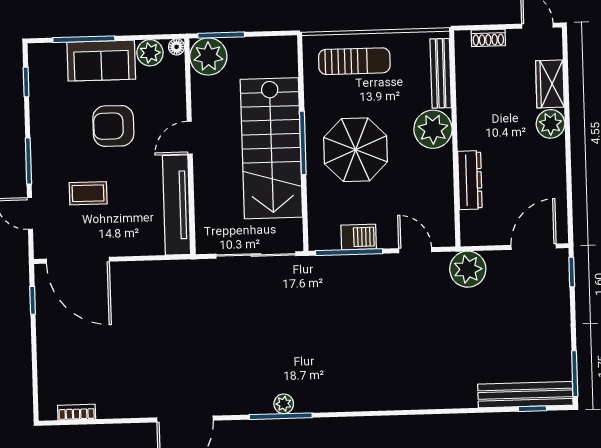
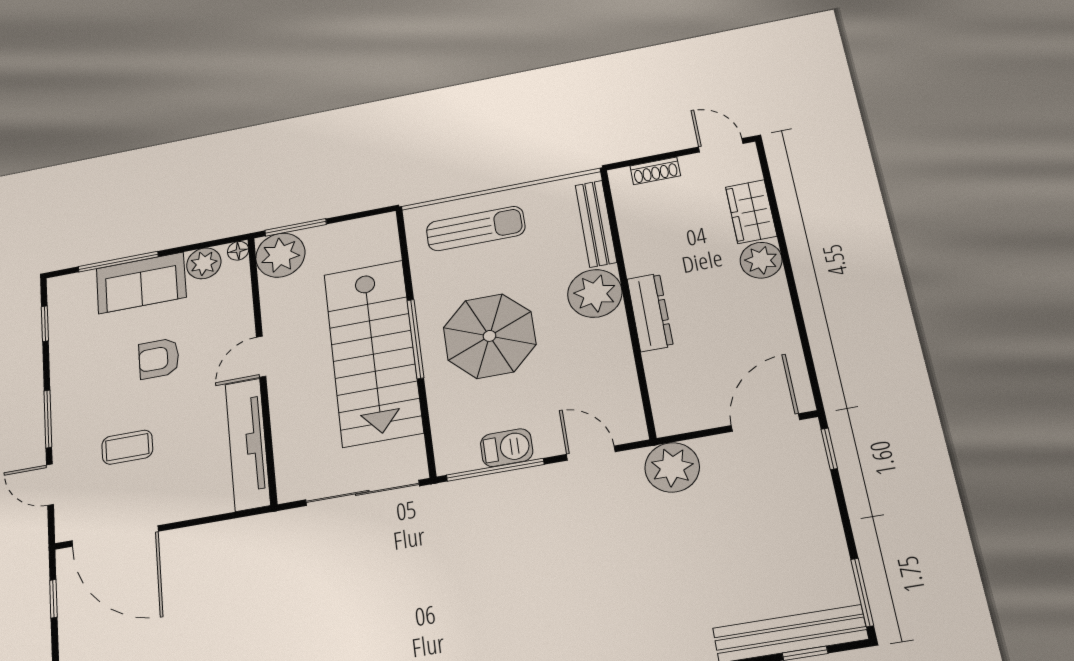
armchair: (113, 126) -> (159, 358), width x0.72, depth x0.72
dresser: (470, 180) -> (650, 312), moved

